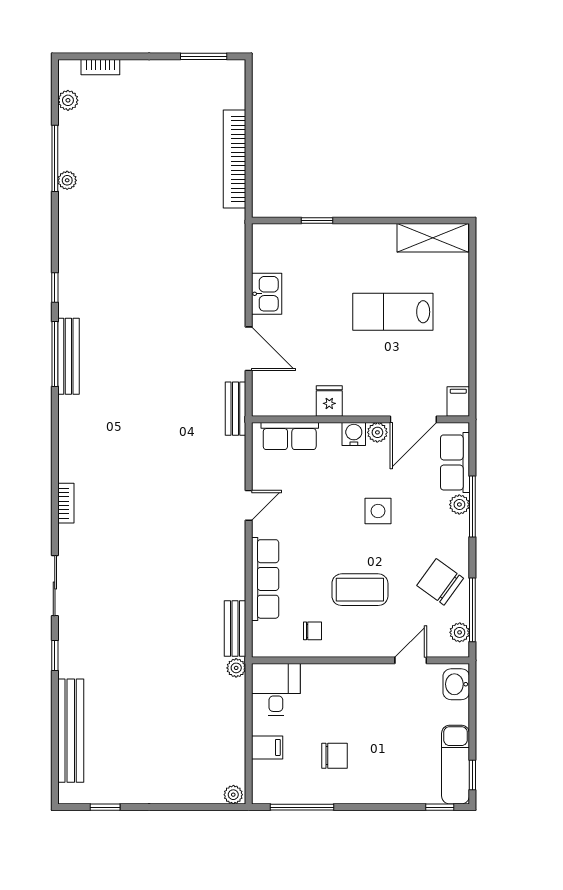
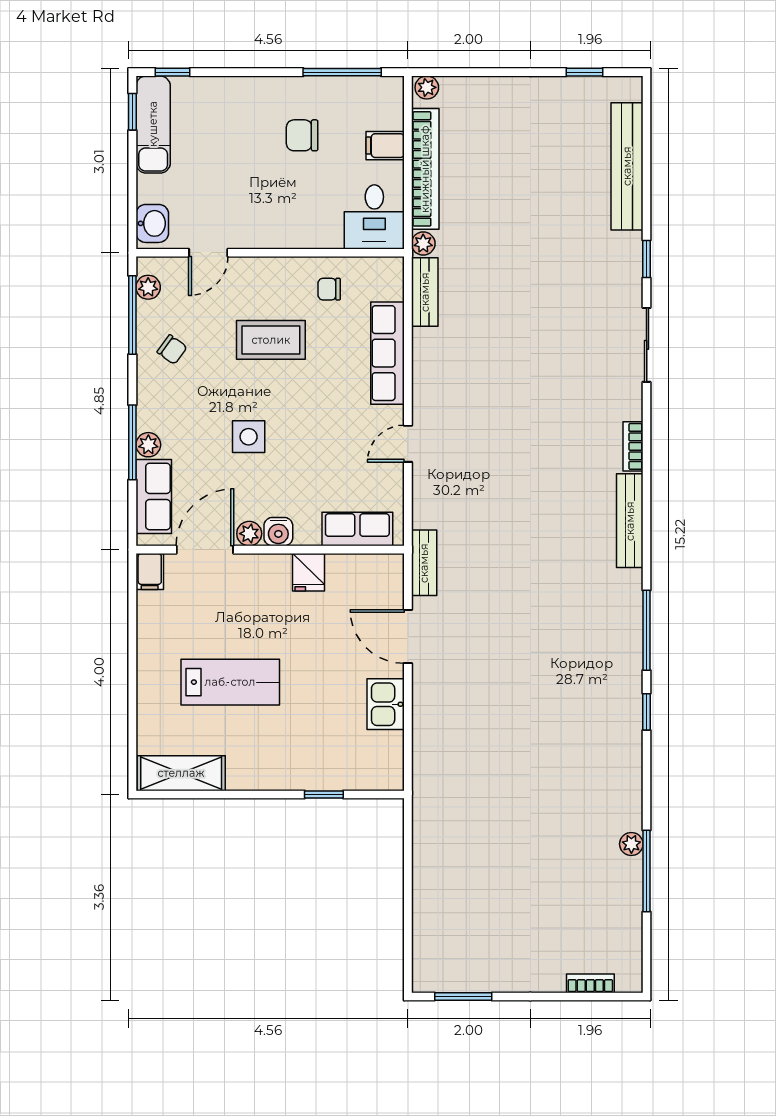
plant: (68, 100) -> (630, 942), removed
bookcase: (235, 159) -> (425, 169), moved
bench: (68, 356) -> (630, 521), moved
chair: (440, 582) -> (172, 350), width x0.54, depth x0.54

